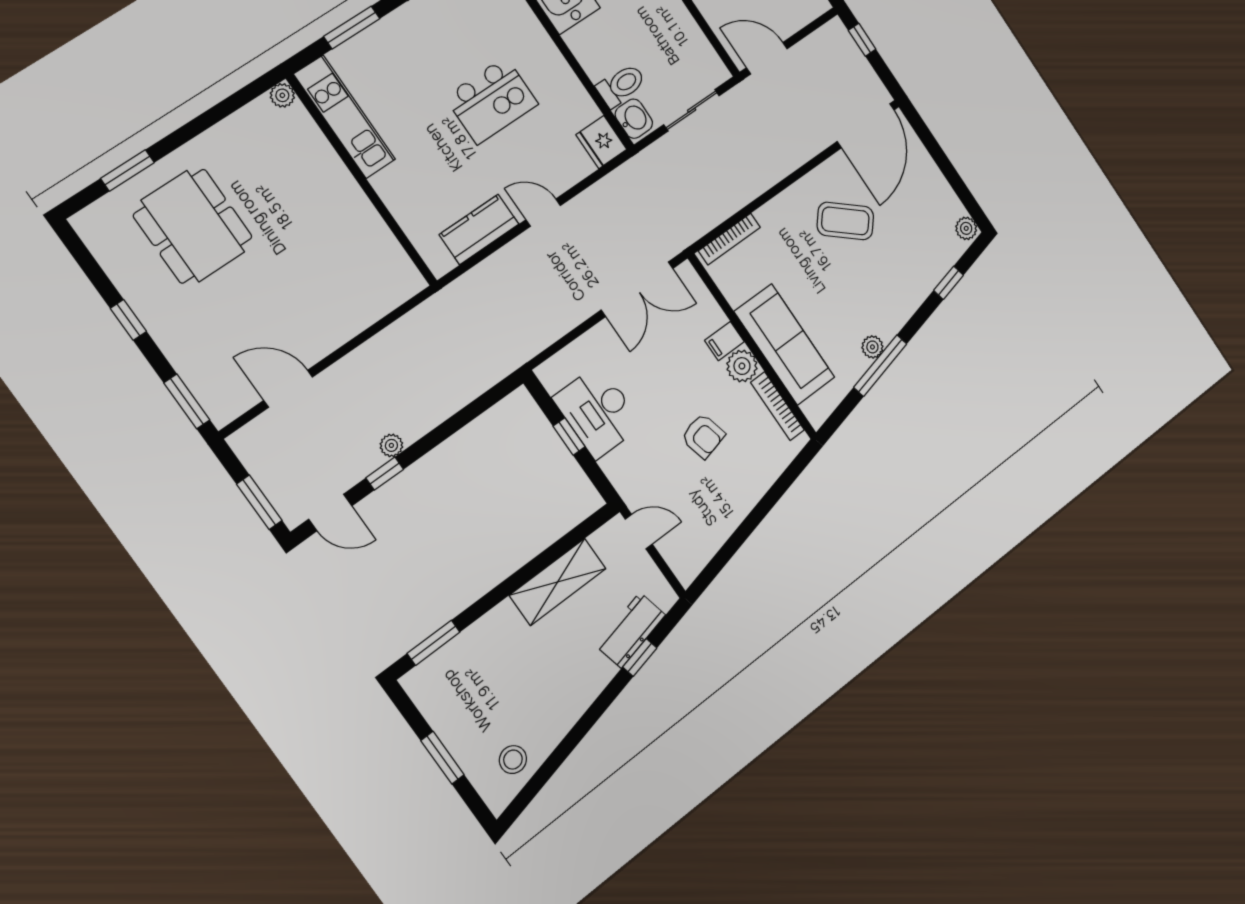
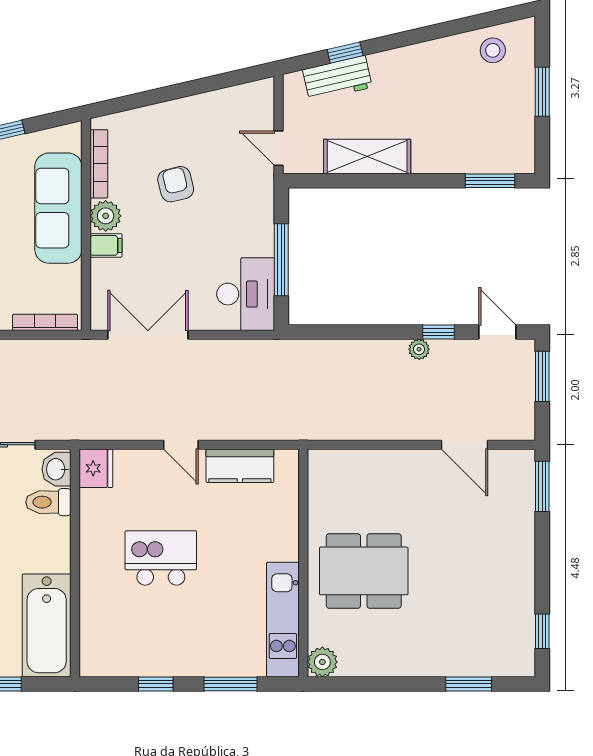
plant: (282, 95) -> (322, 662), width x1.38, depth x1.38
dining table: (193, 226) -> (364, 571), moved, turned 90
window: (128, 320) -> (542, 631), moved
desk: (598, 412) -> (246, 294), moved
window: (569, 436) -> (281, 260), width x2.17

